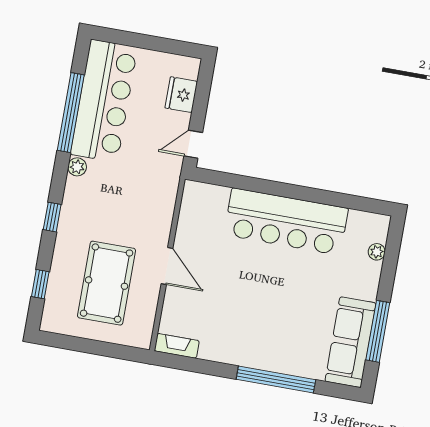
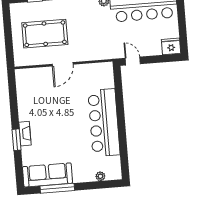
fridge: (181, 95) -> (171, 46), moved
fireplace: (177, 346) -> (25, 134), moved
window: (276, 379) -> (17, 140), width x0.47

